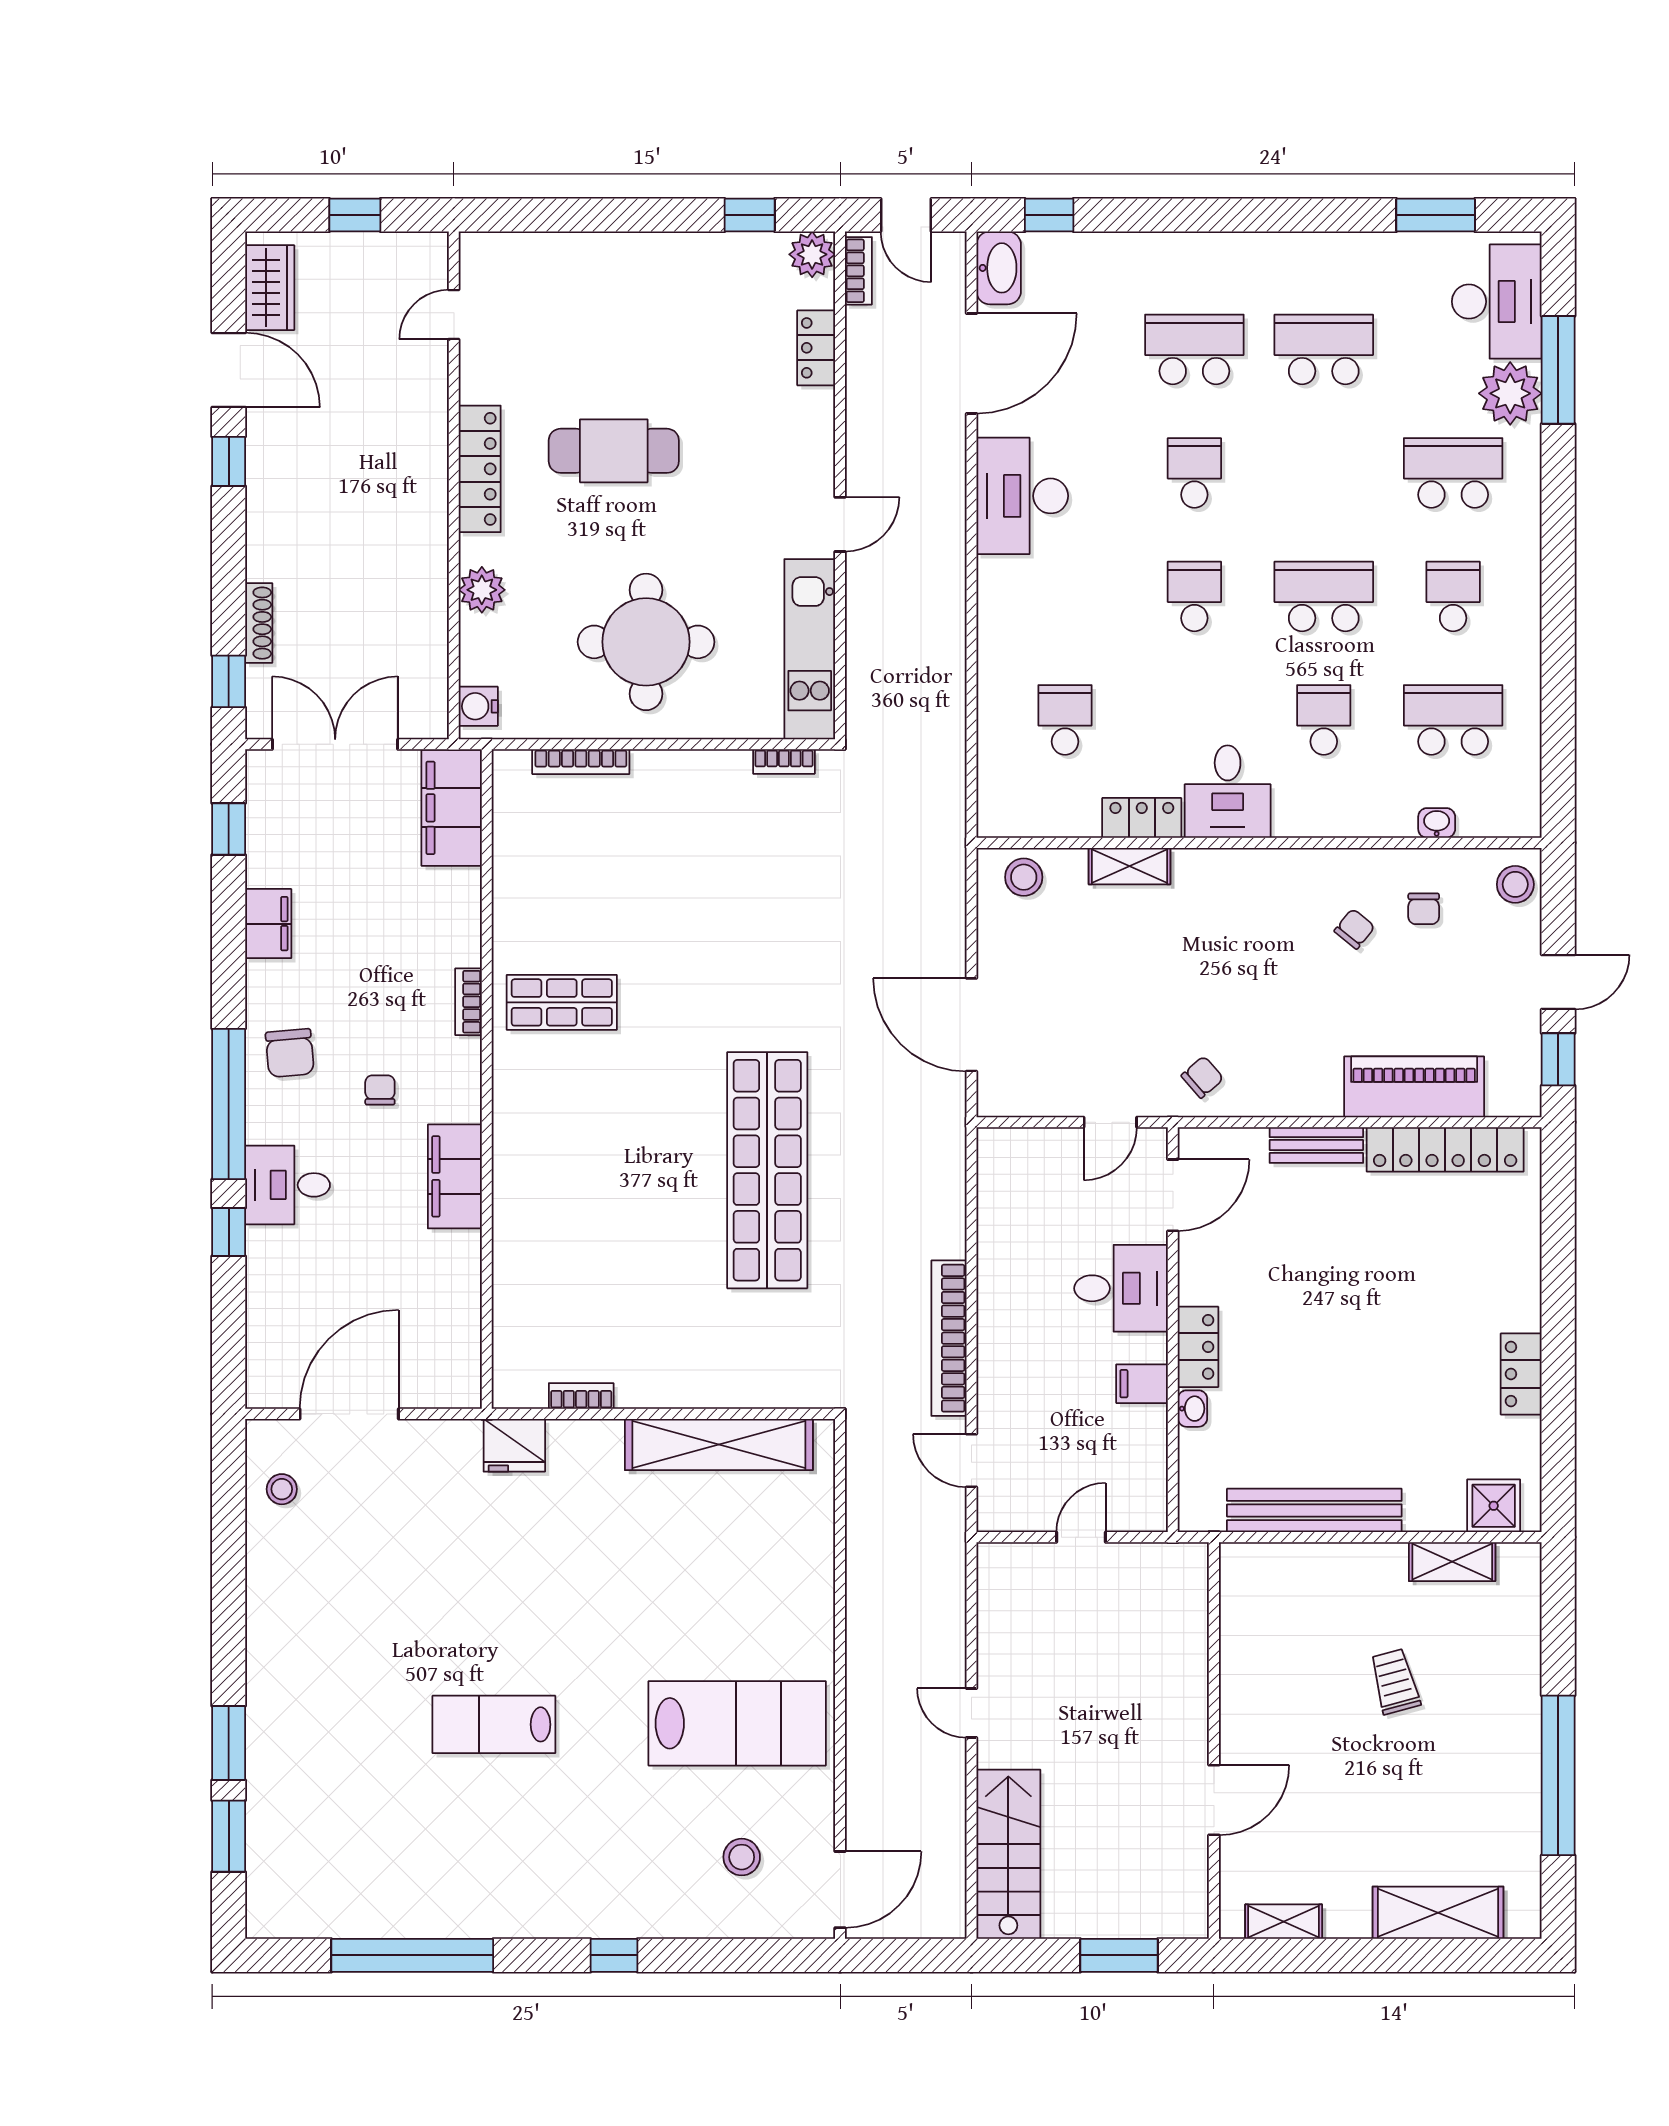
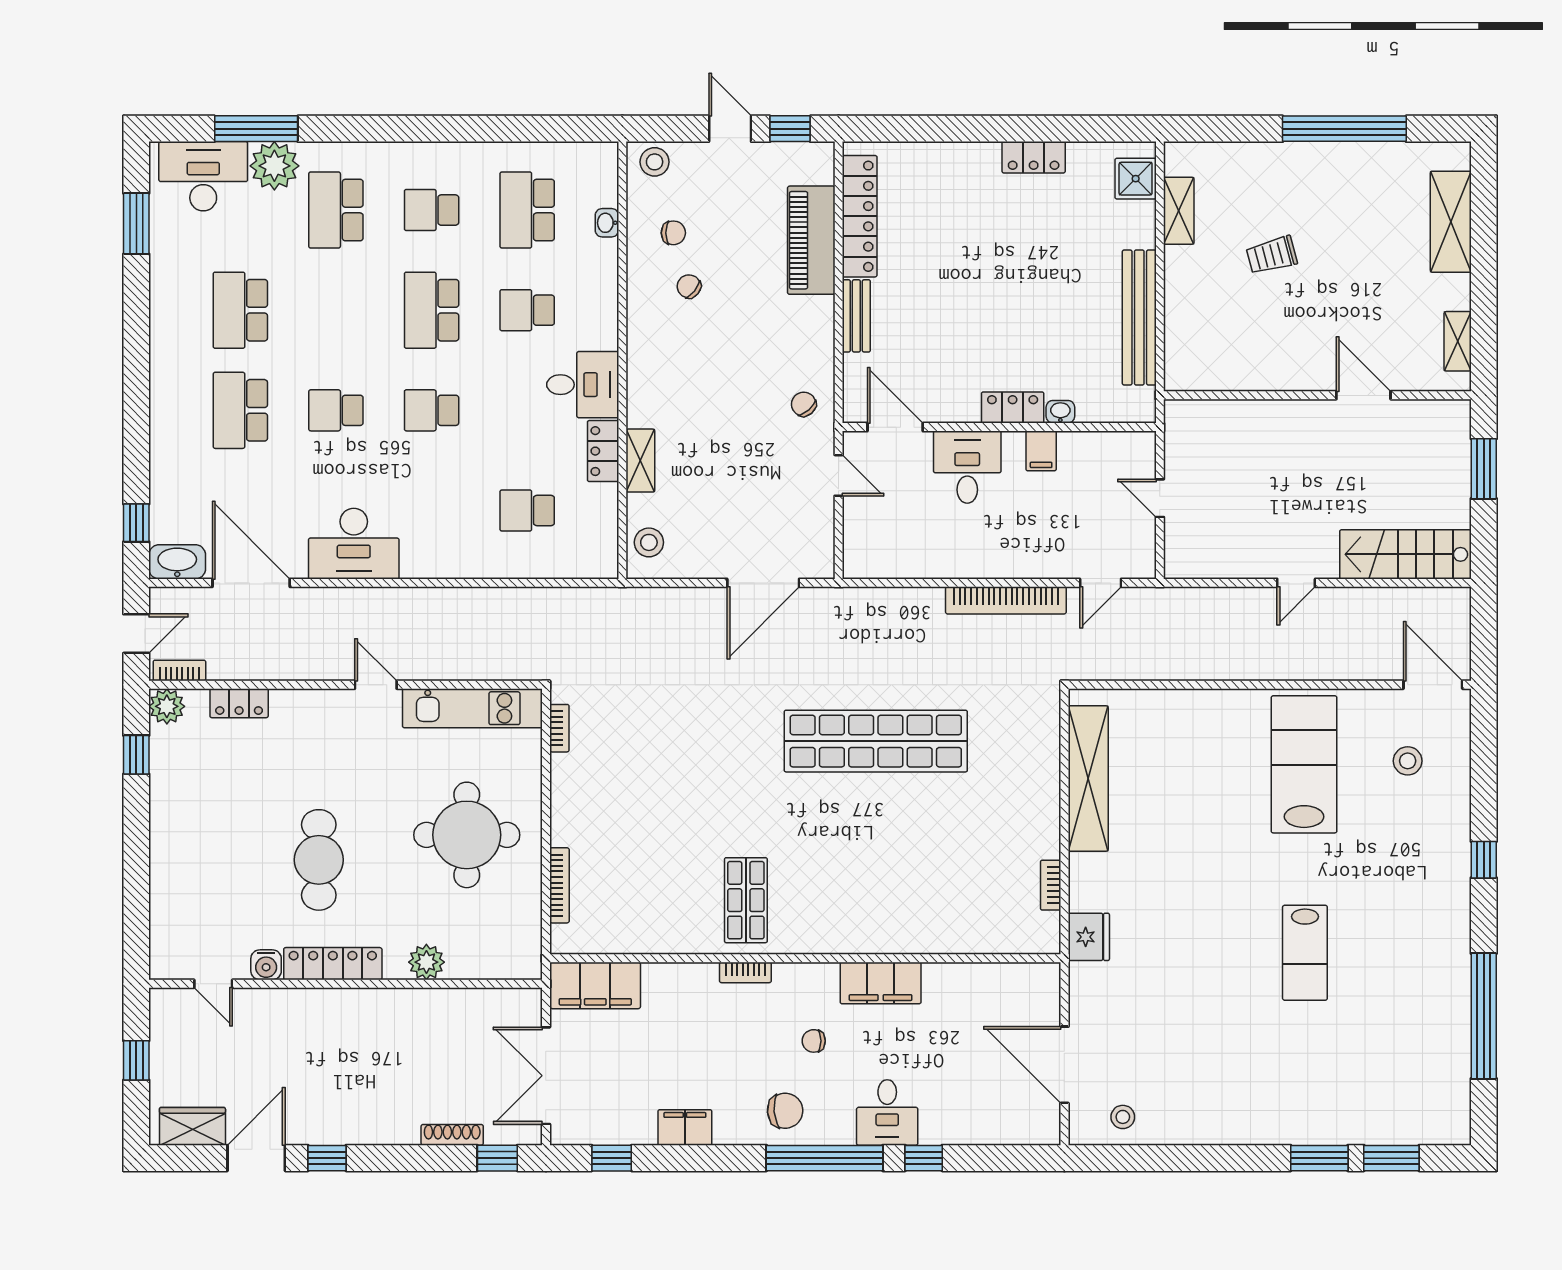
water cooler: (478, 706) -> (266, 965), moved

